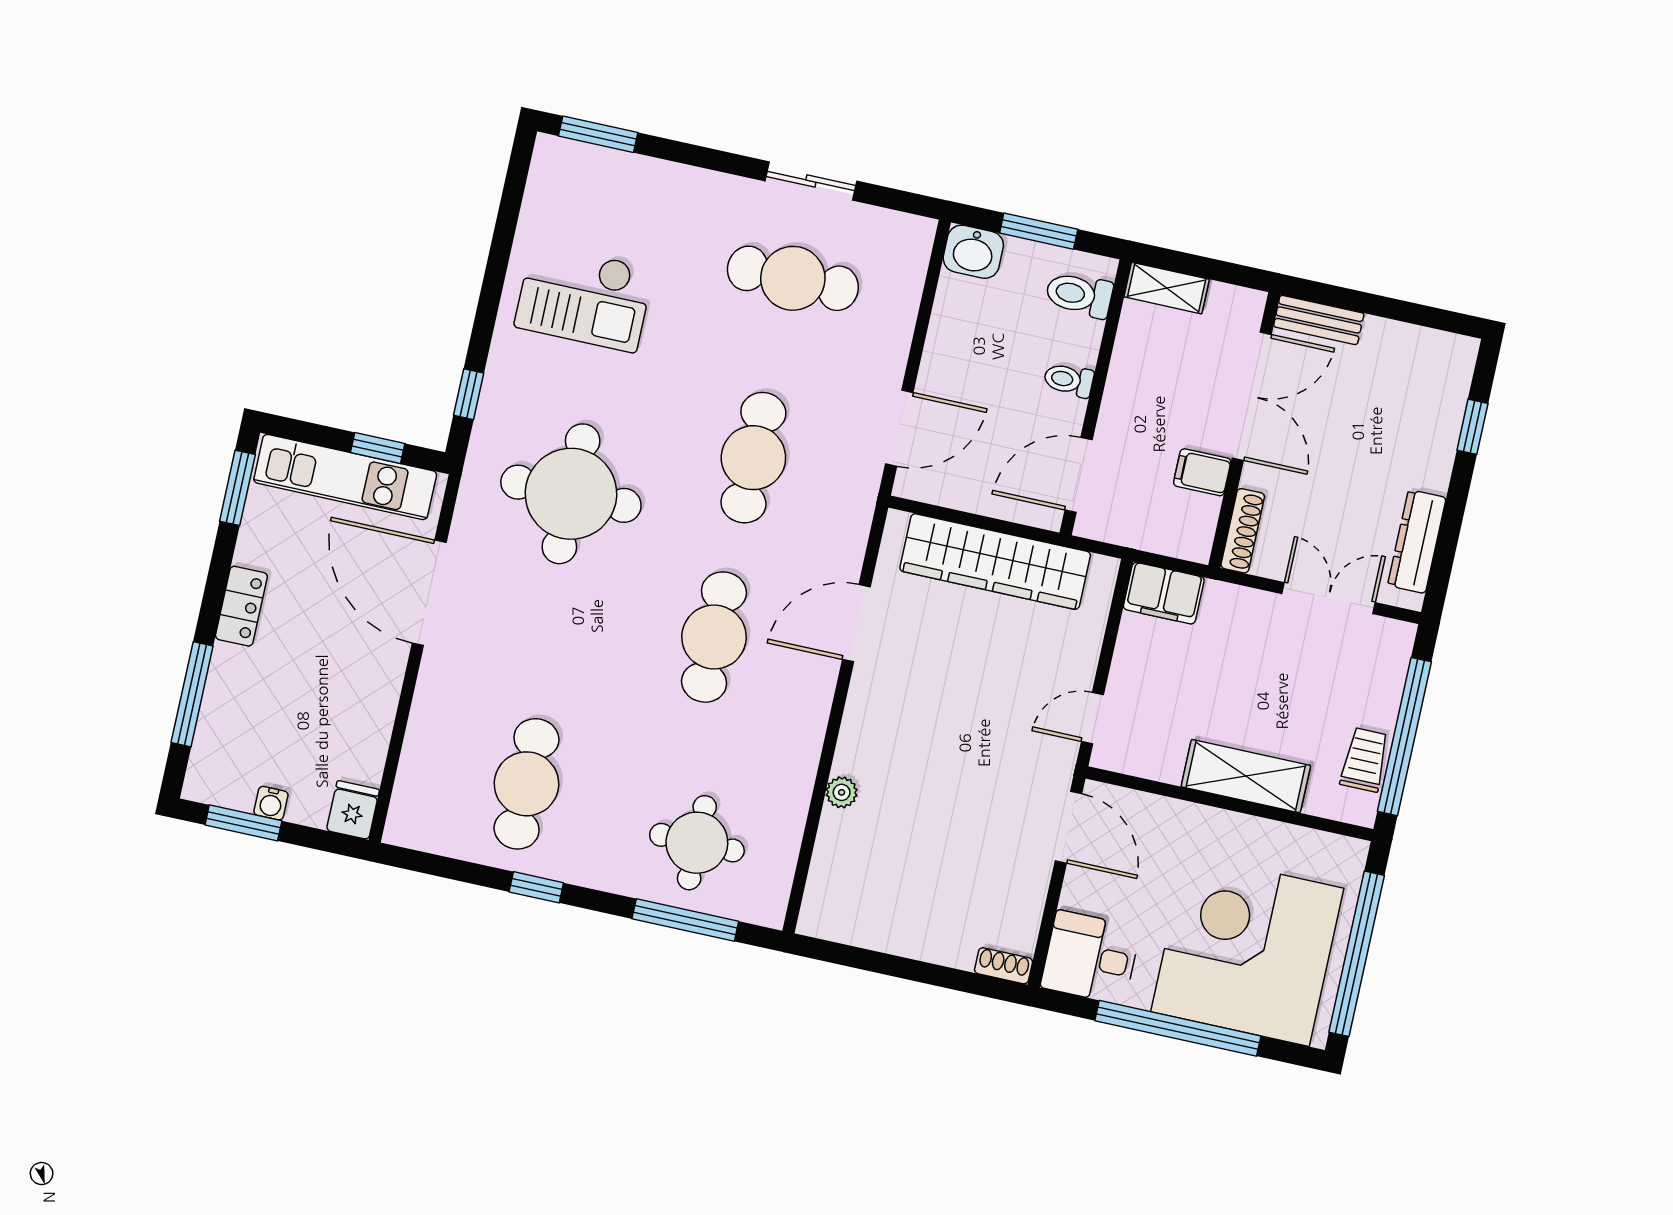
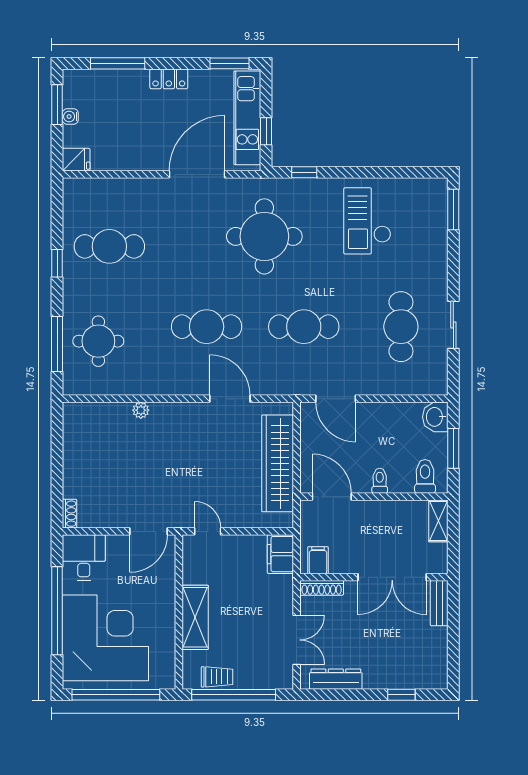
filing cabinet: (1202, 472) -> (318, 560), moved

